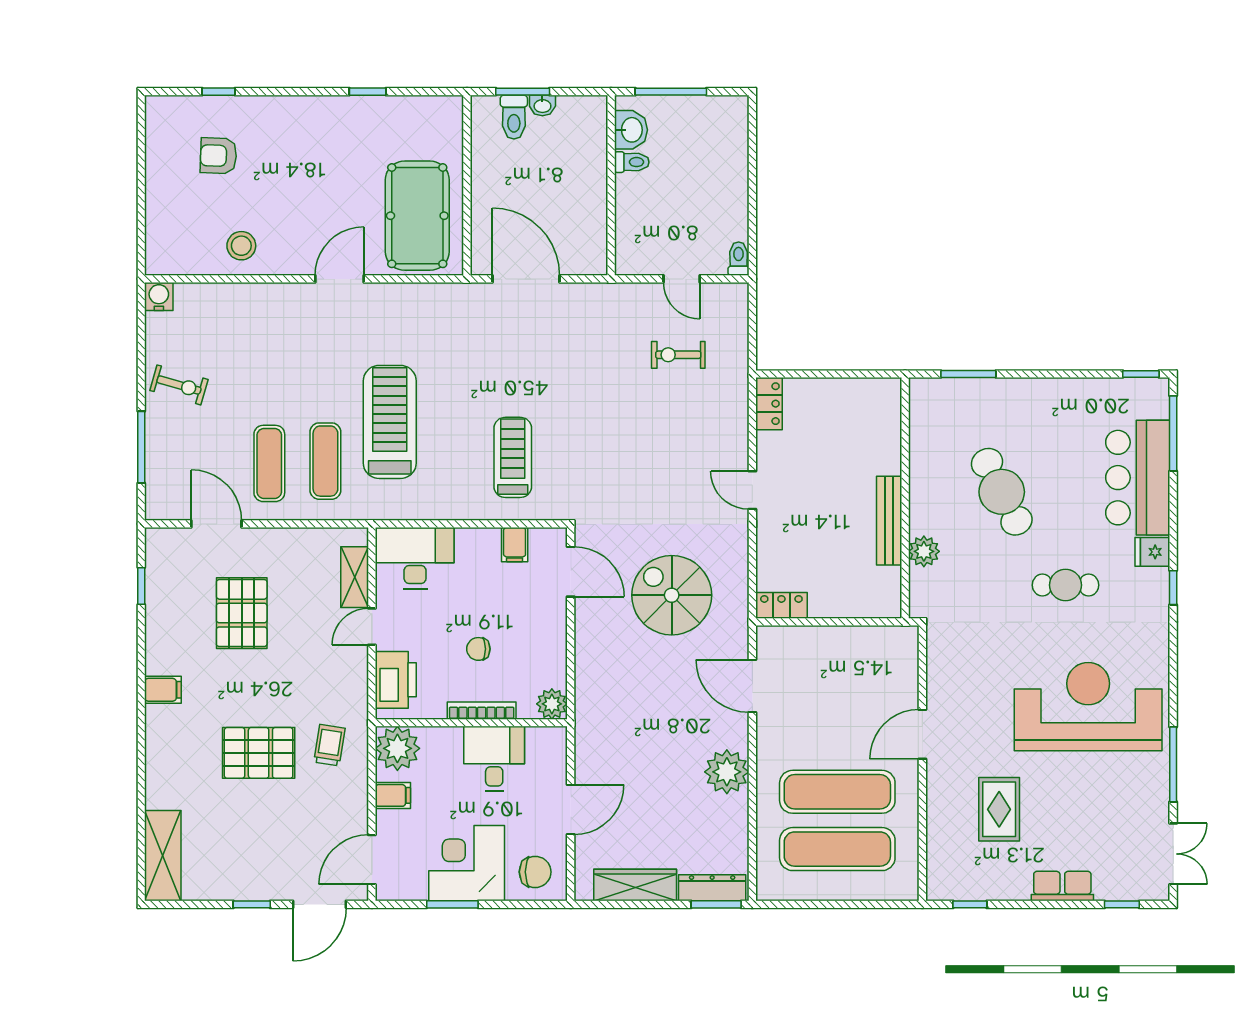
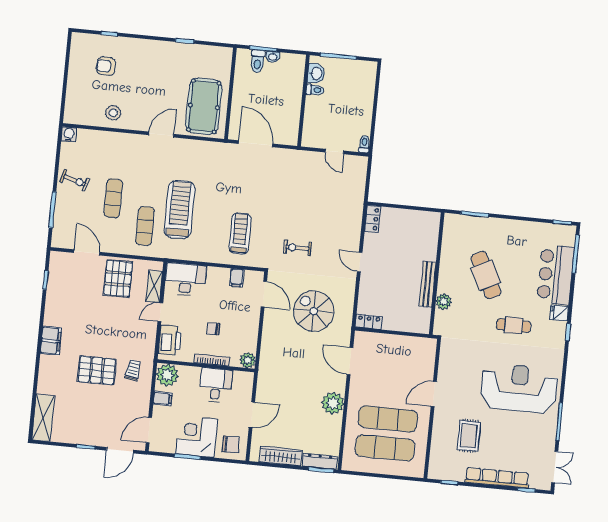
exercise bike: (678, 355) -> (297, 248), moved
exercise mat: (269, 463) -> (113, 198), moved
pallet: (242, 613) -> (118, 279), moved
filing cabinet: (163, 690) -> (51, 341), width x2.00
row of seats: (1062, 886) -> (497, 478), width x2.02

